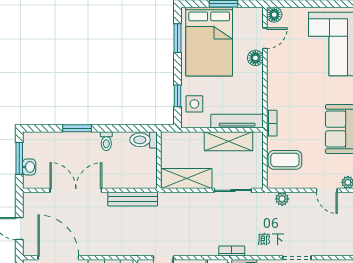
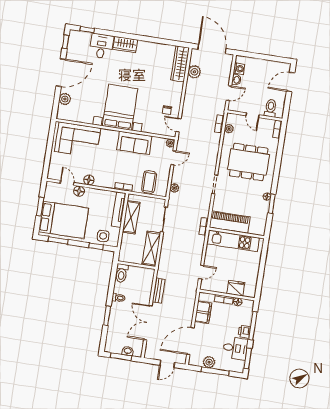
floor lamp: (274, 15) -> (89, 180), moved
bench: (133, 199) -> (159, 291), width x0.73

